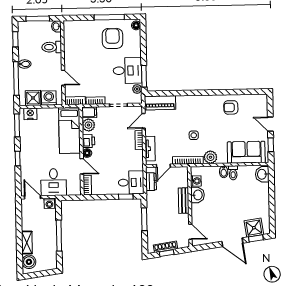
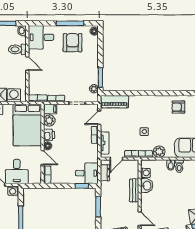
desk: (127, 71) -> (41, 37), moved, turned 180
door: (63, 78) -> (27, 64), moved
bed: (69, 130) -> (27, 125), width x1.50

